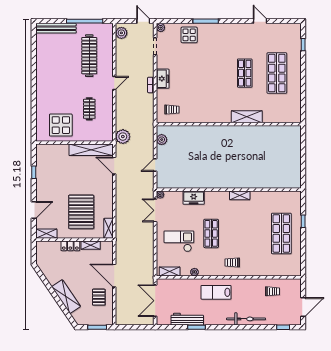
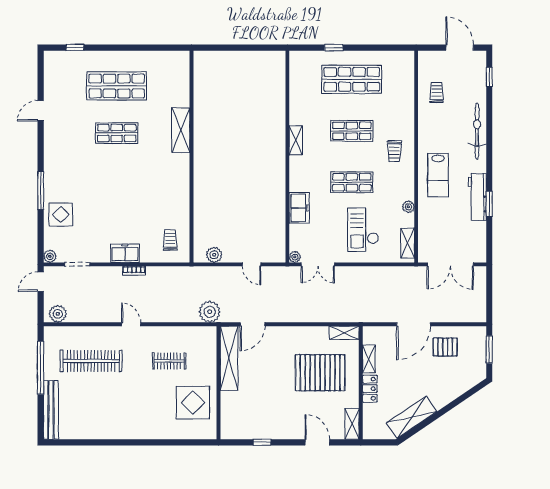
shop shelf: (246, 233) -> (352, 131), added
shelving: (66, 297) -> (412, 417), moved
workbench: (187, 319) -> (477, 197), moved

